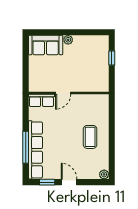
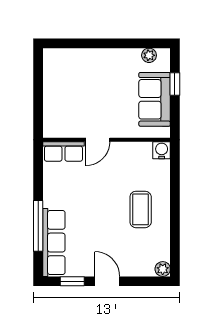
plant: (68, 40) -> (149, 55), moved
sofa: (46, 45) -> (155, 99), moved, turned 90
water cooler: (103, 100) -> (162, 150), added
row of seats: (35, 150) -> (54, 243), width x0.73

